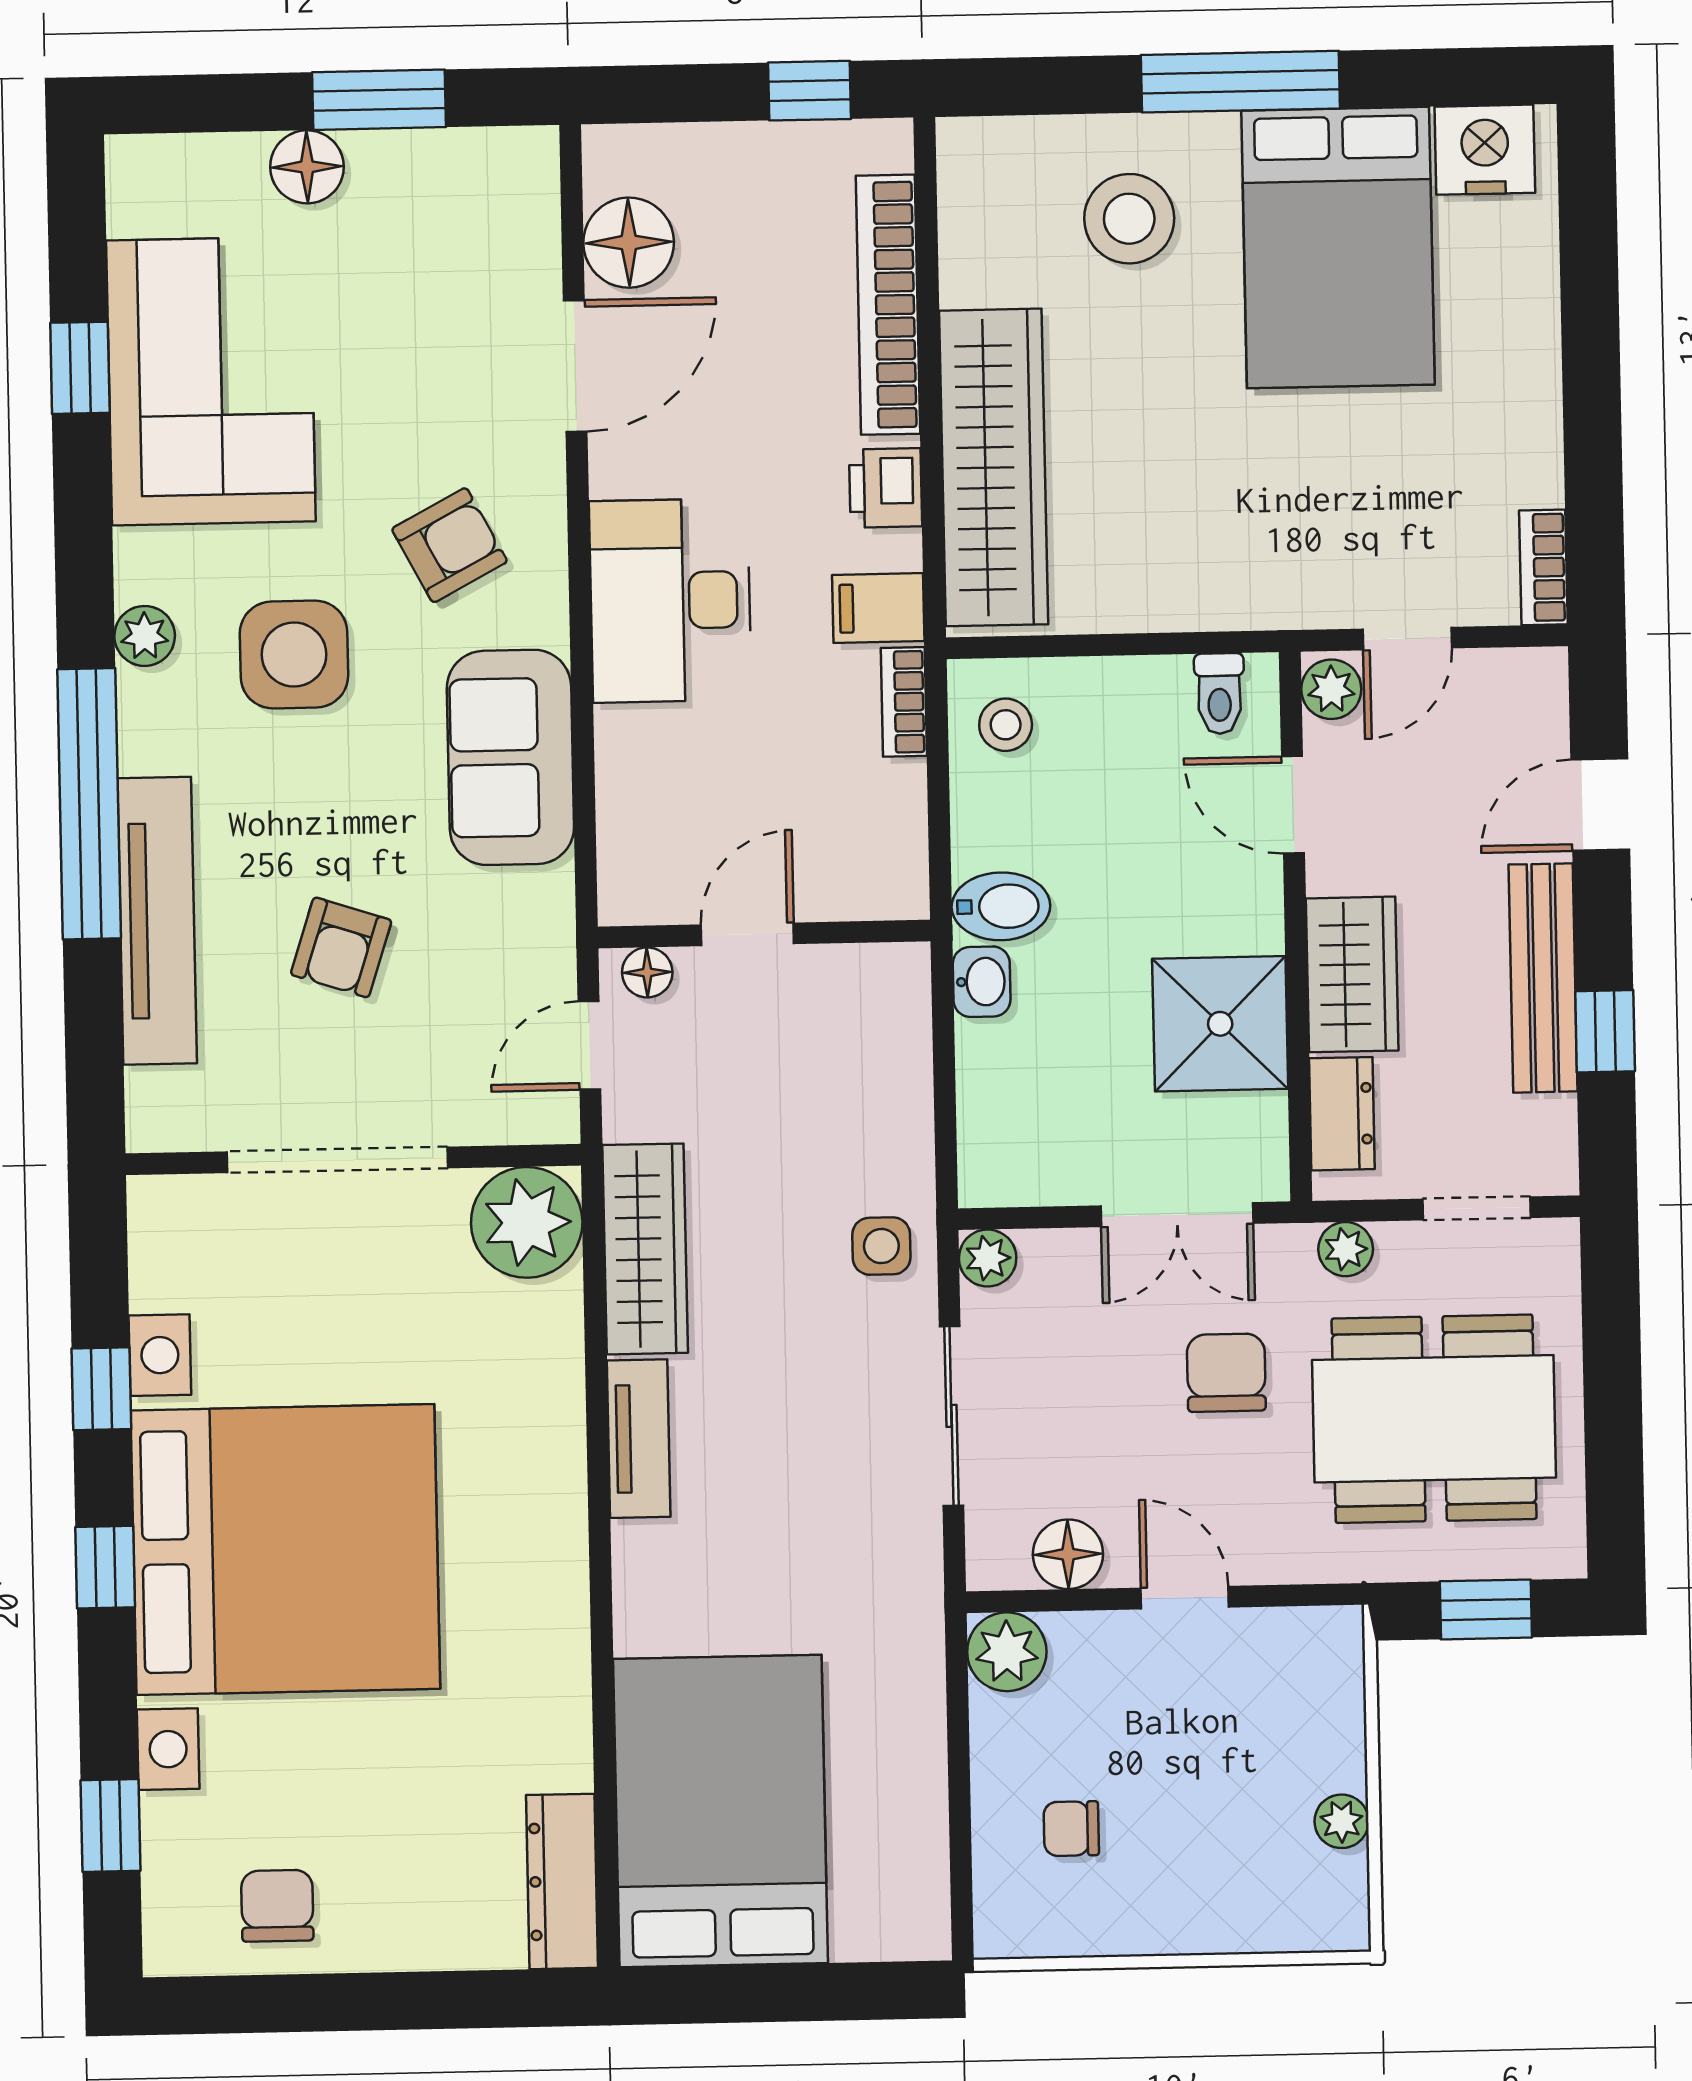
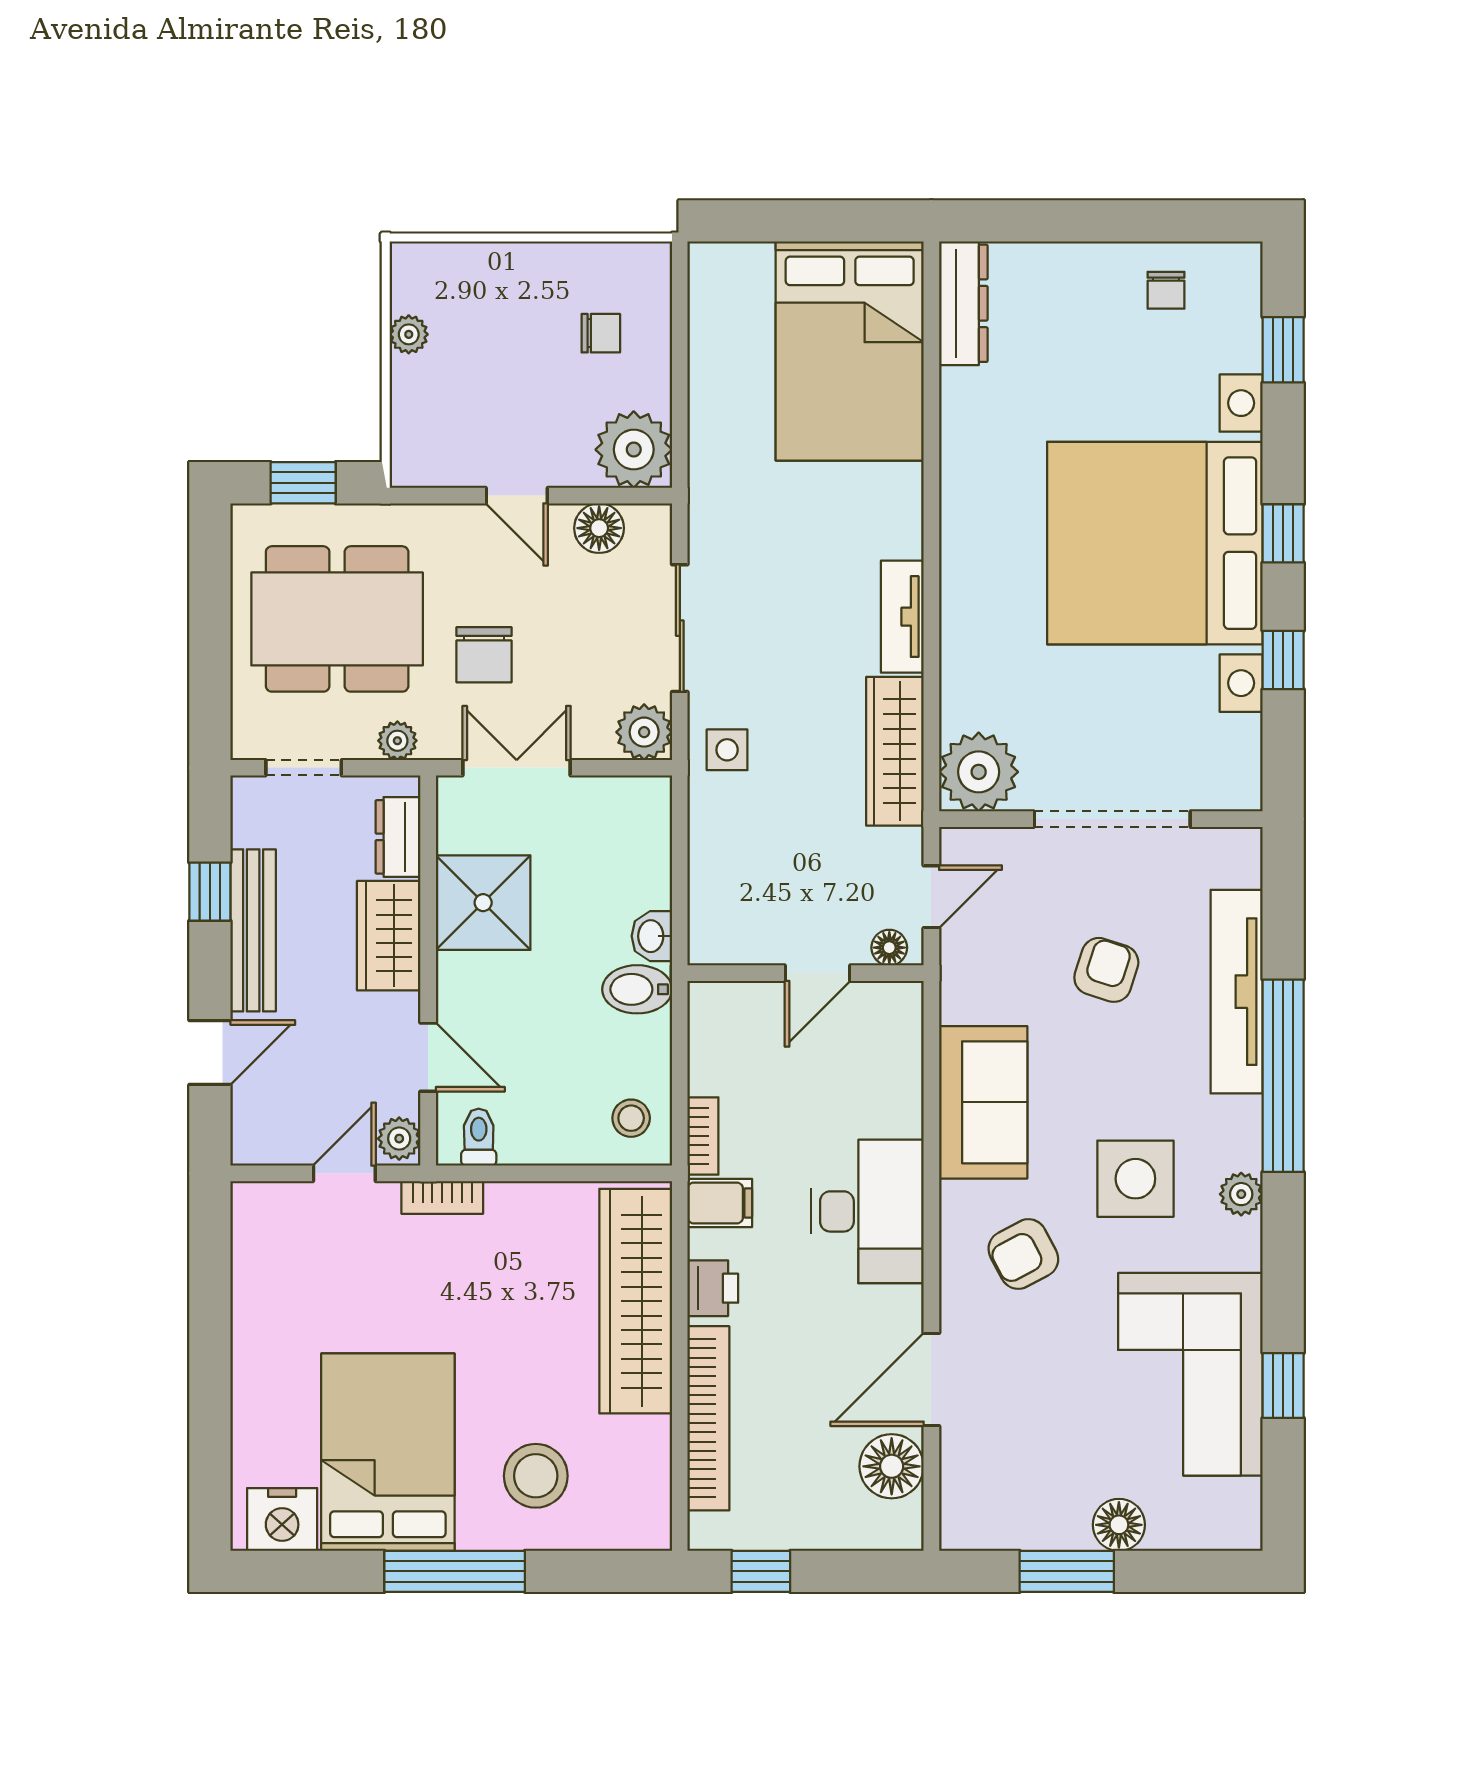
bookcase: (1543, 567) -> (442, 1197), moved, turned 90
plant: (988, 1258) -> (644, 732), width x1.38, depth x1.38
plant: (1007, 1652) -> (634, 450), width x1.36, depth x1.36
chair: (277, 1906) -> (1166, 290), width x0.73, depth x0.73

